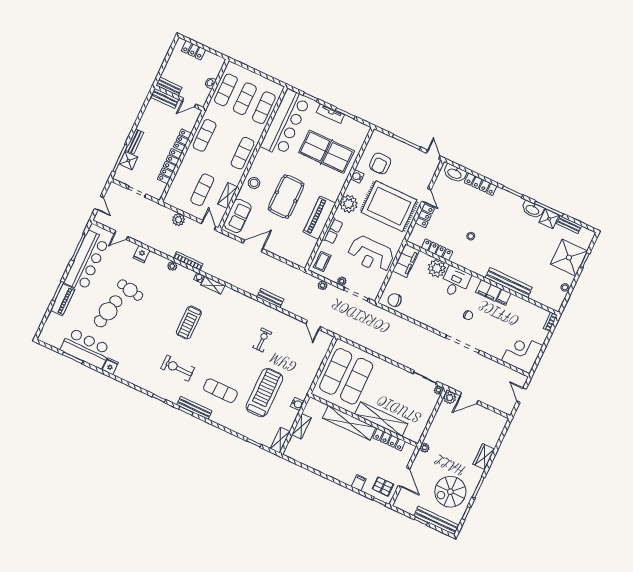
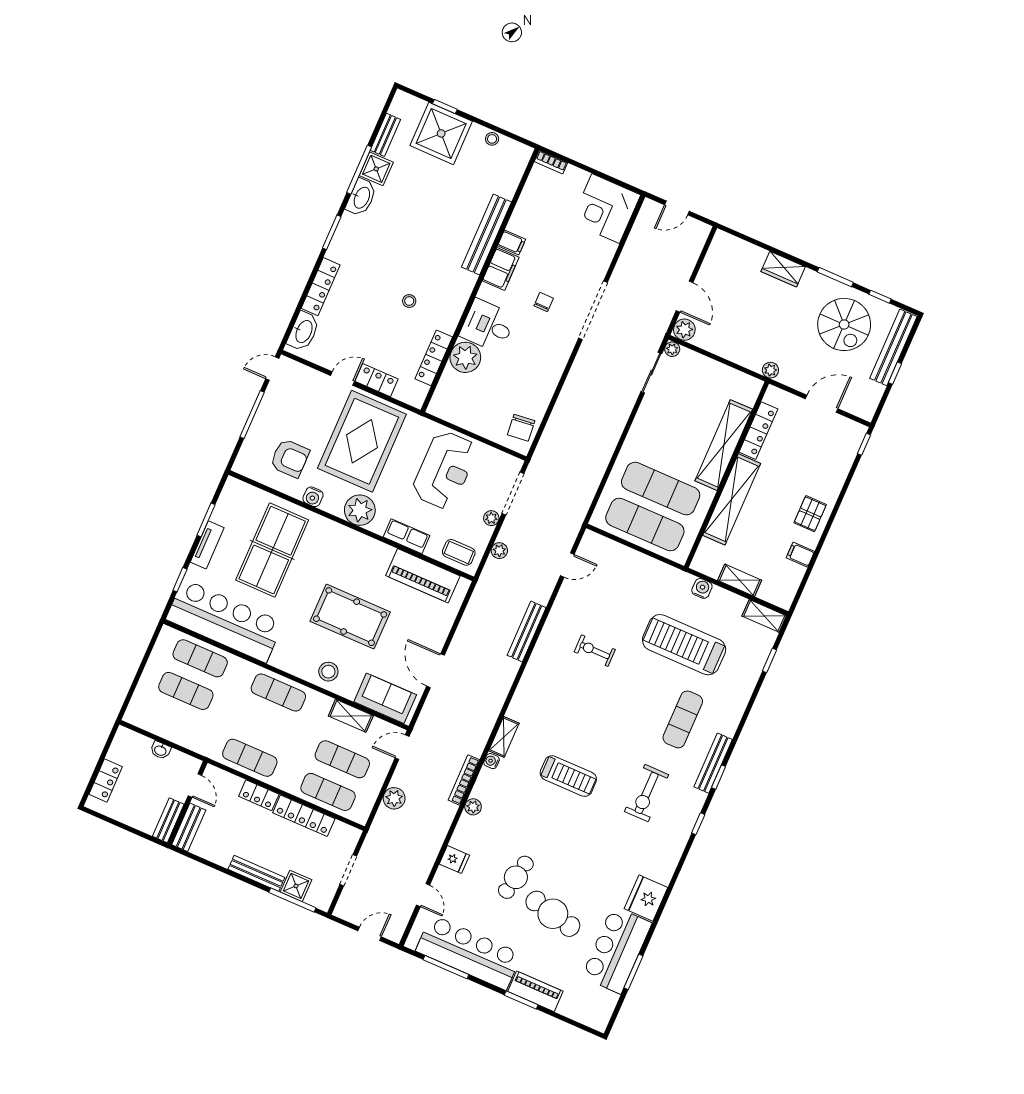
exercise mat: (226, 90) -> (328, 792), moved
bench: (135, 141) -> (256, 873), width x1.36
piano: (319, 218) -> (423, 576), moved
filing cabinet: (406, 261) -> (454, 410), removed
bench: (270, 298) -> (527, 631), width x1.36
fridge: (110, 366) -> (646, 898), width x1.88, depth x1.34
filing cabinet: (359, 483) -> (800, 555), moved
pallet: (383, 487) -> (810, 514), moved

